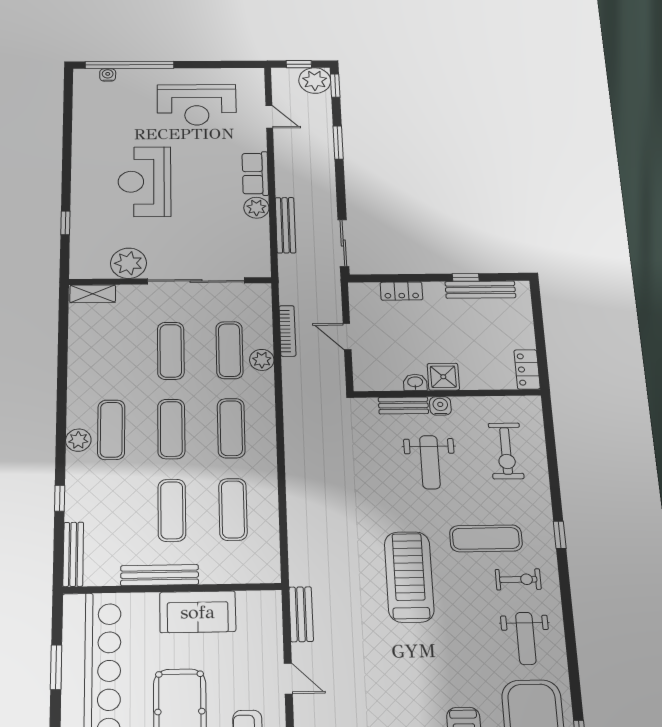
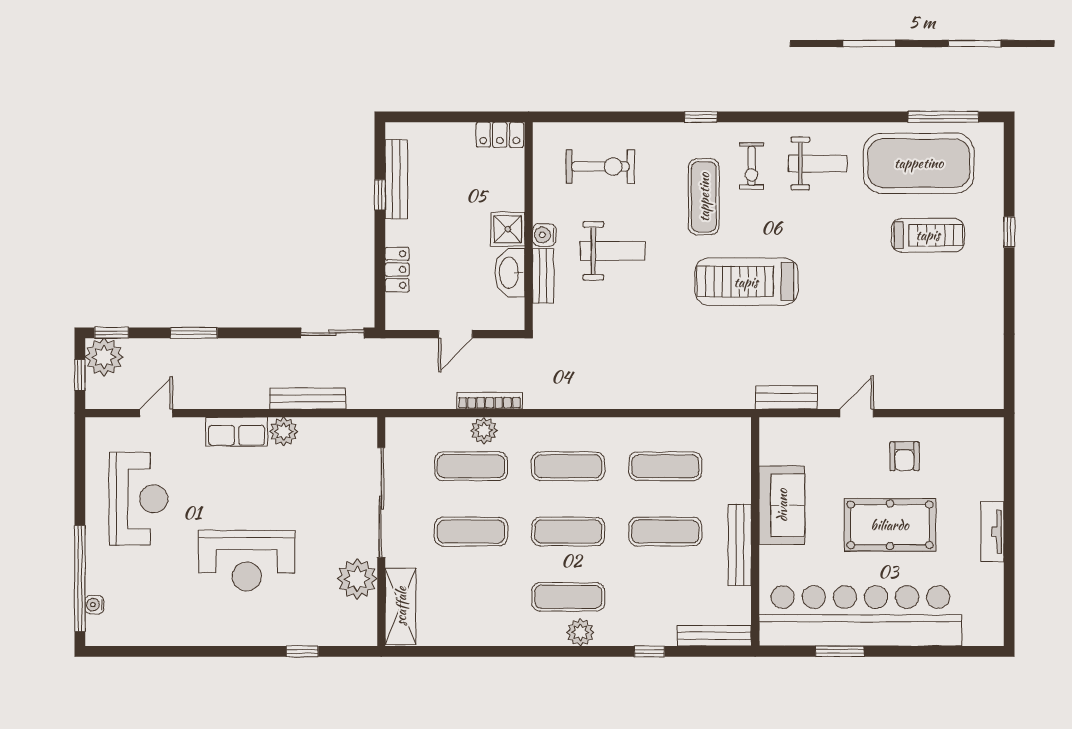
shelving: (93, 294) -> (401, 606), width x1.50, depth x1.33
bookcase: (287, 331) -> (490, 401), moved
washbasin: (415, 382) -> (510, 273), width x1.91, depth x1.45
exercise bike: (518, 579) -> (751, 166), turned 180

